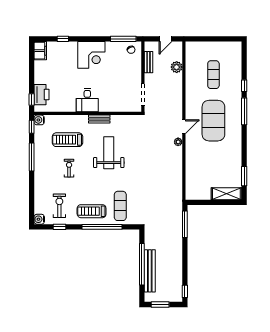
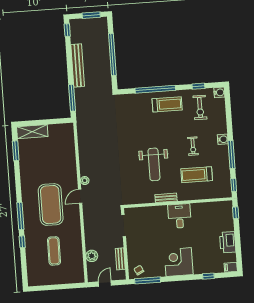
filing cabinet: (40, 51) -> (231, 267), width x0.50
printer: (42, 95) -> (228, 242), moved
water cooler: (39, 120) -> (223, 139), moved
treadmill: (67, 140) -> (197, 175), turned 180
exercise mat: (120, 206) -> (138, 112), removed
bench: (150, 271) -> (78, 65), moved

